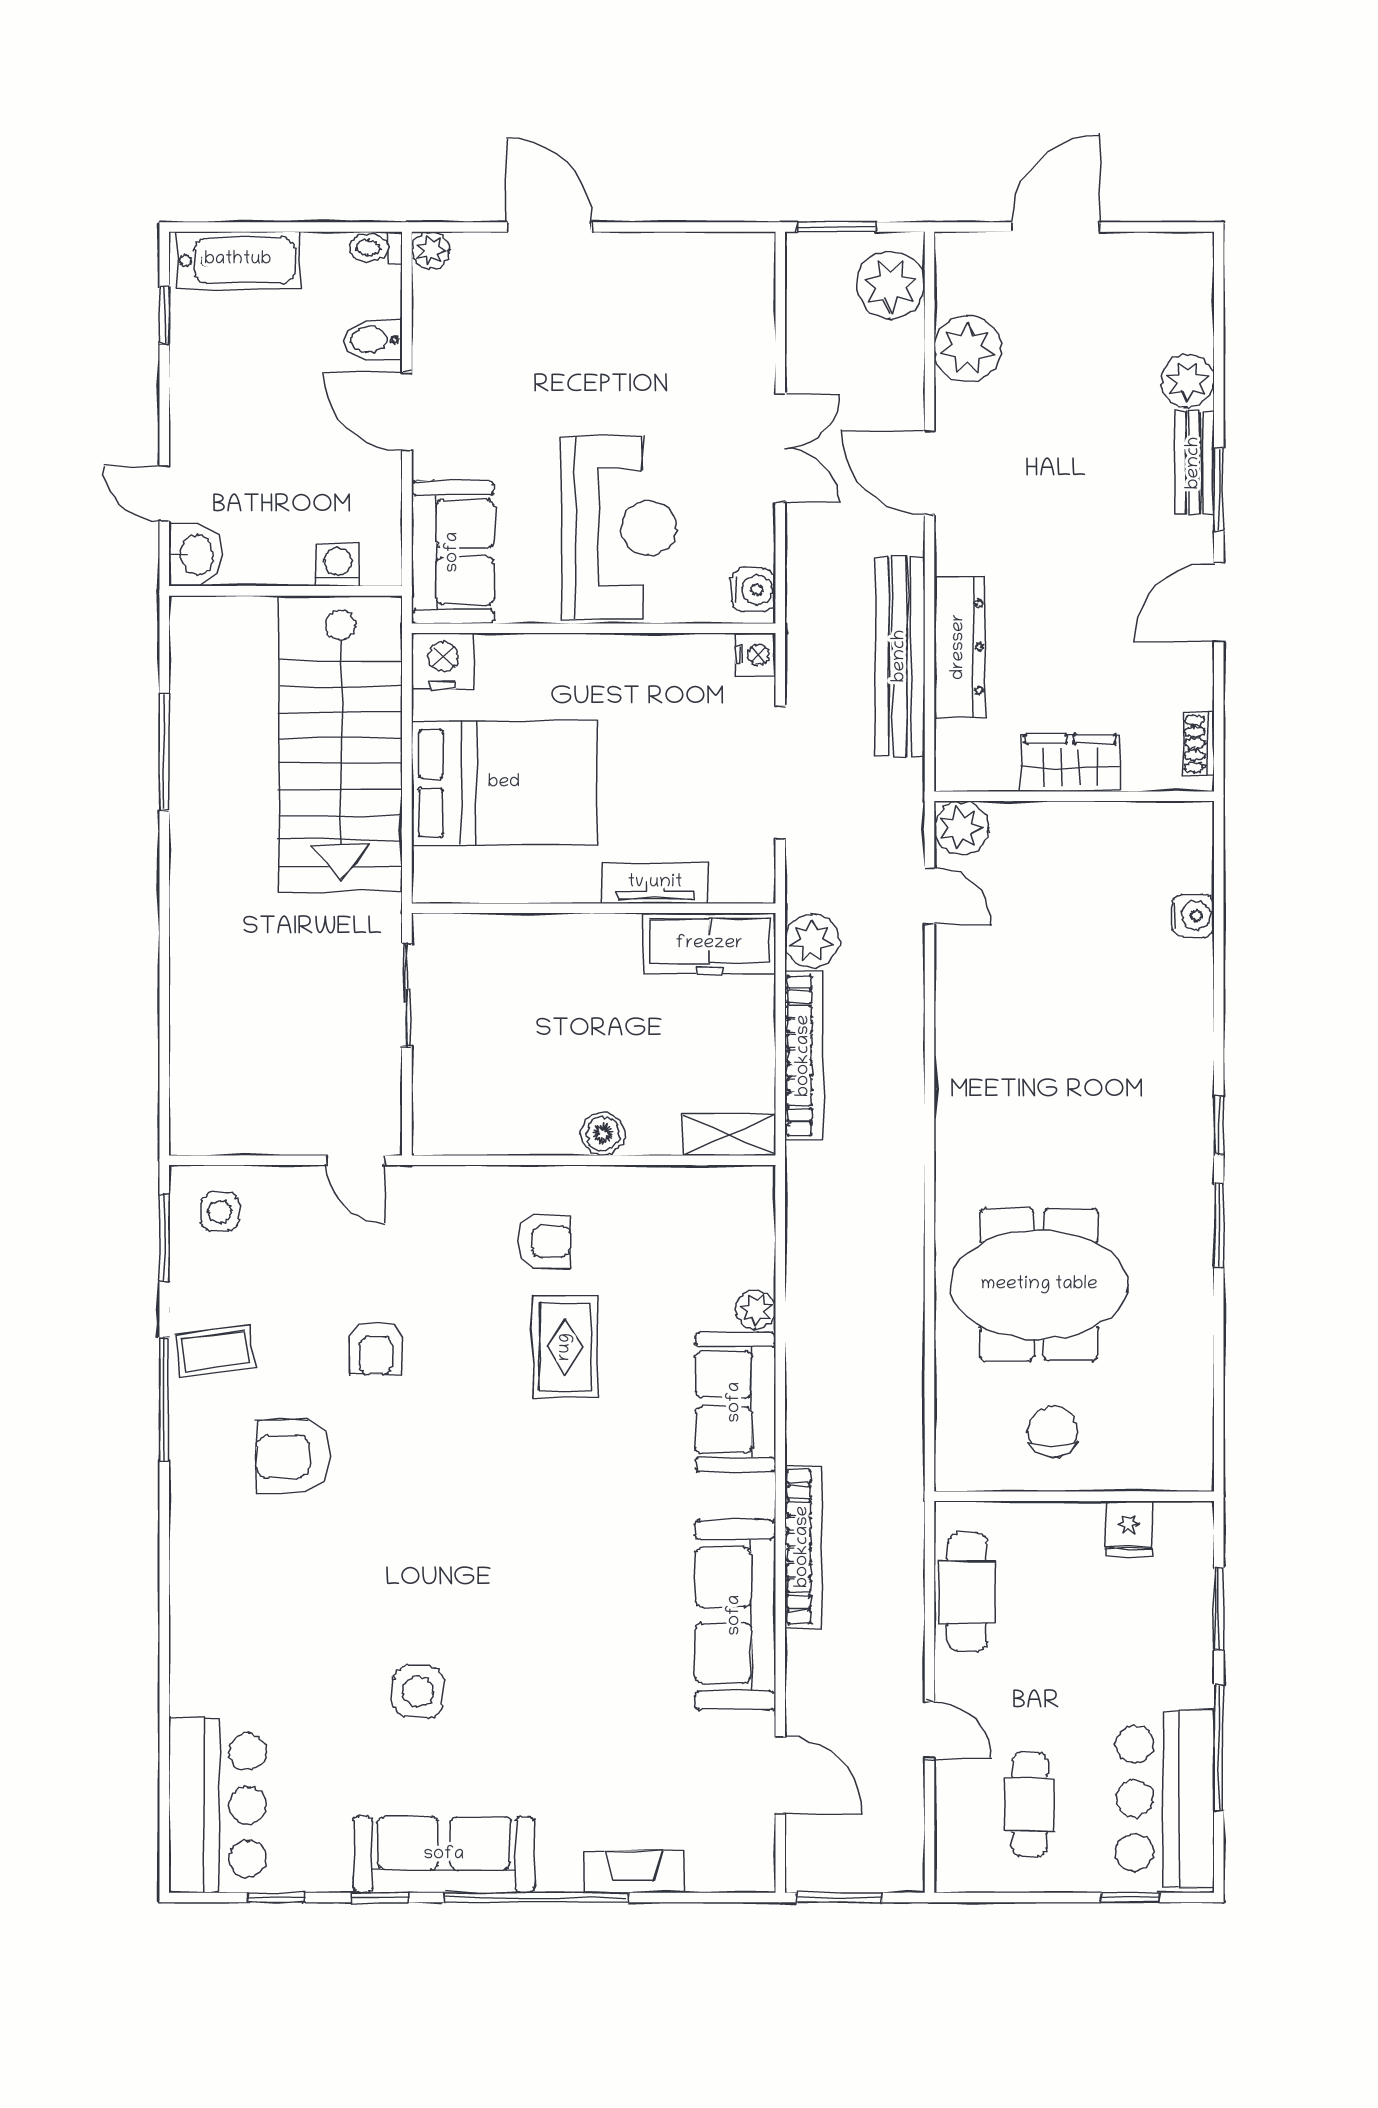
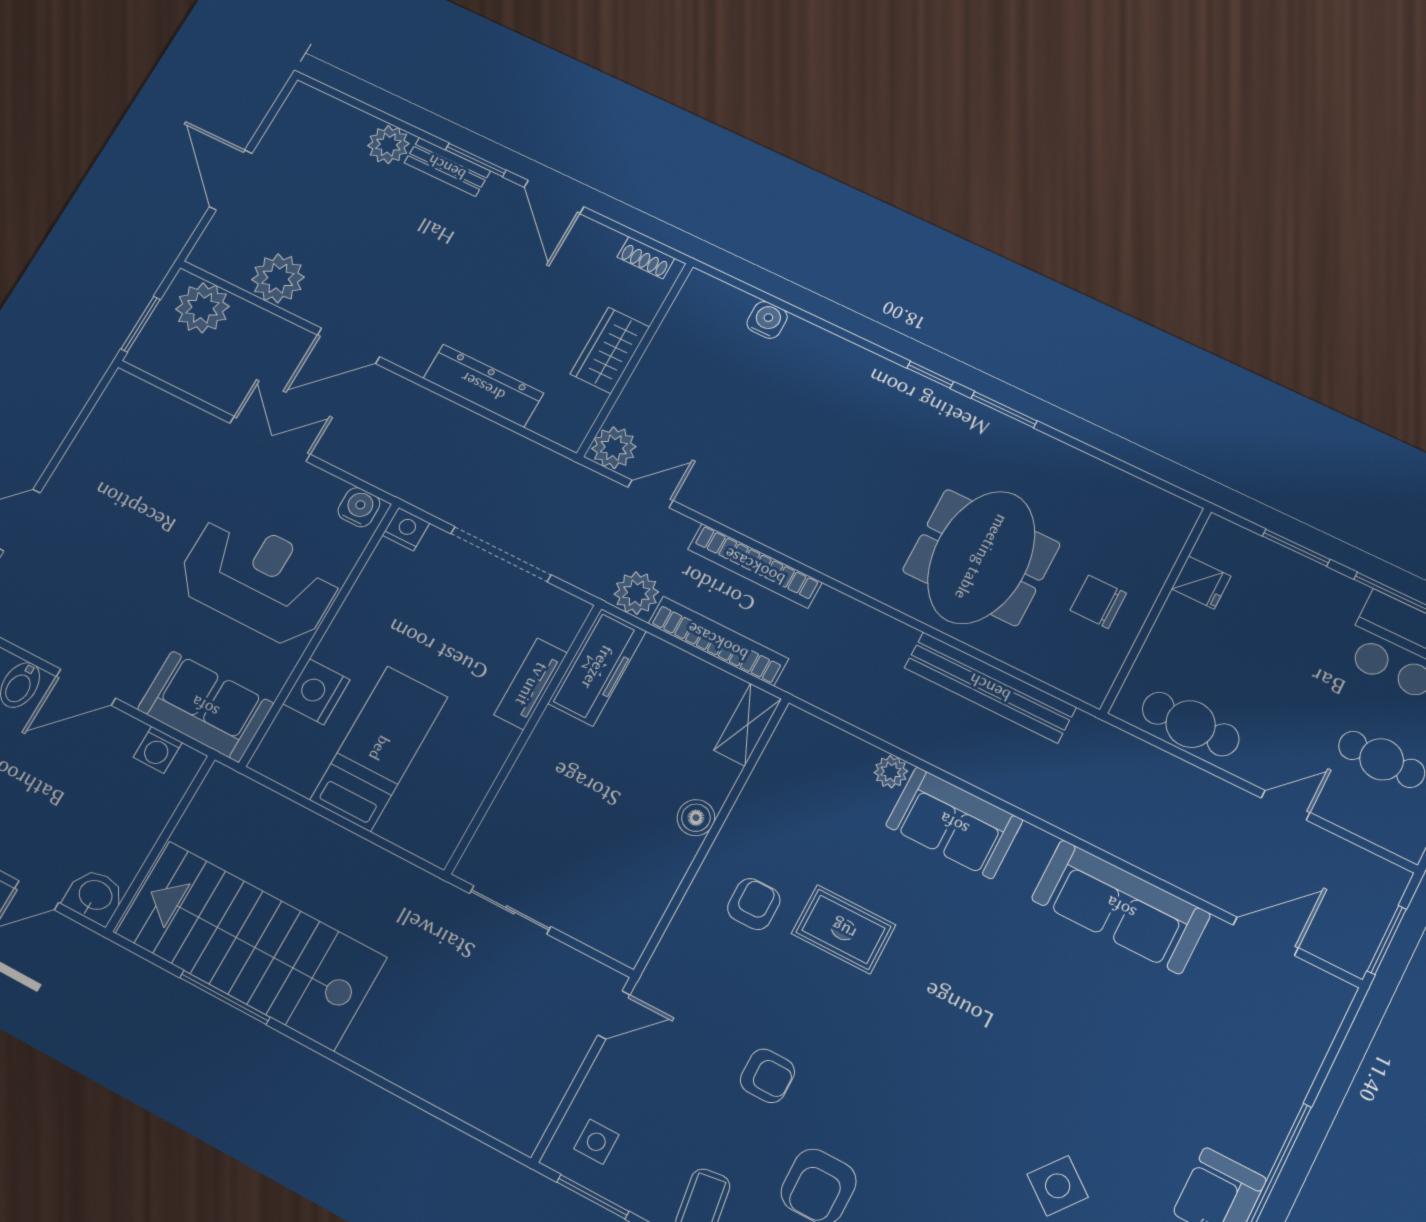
washing machine: (338, 565) -> (158, 750), moved, turned -90
bench: (900, 656) -> (990, 687), moved
nightstand: (443, 661) -> (316, 692), moved
stairs: (340, 744) -> (251, 945), moved, turned 180
bed: (504, 783) -> (379, 748), width x0.67
bookcase: (803, 1547) -> (755, 566), moved, turned 180
side table: (418, 1691) -> (1058, 1186), turned 35
fireplace: (634, 1872) -> (1289, 1090), removed

